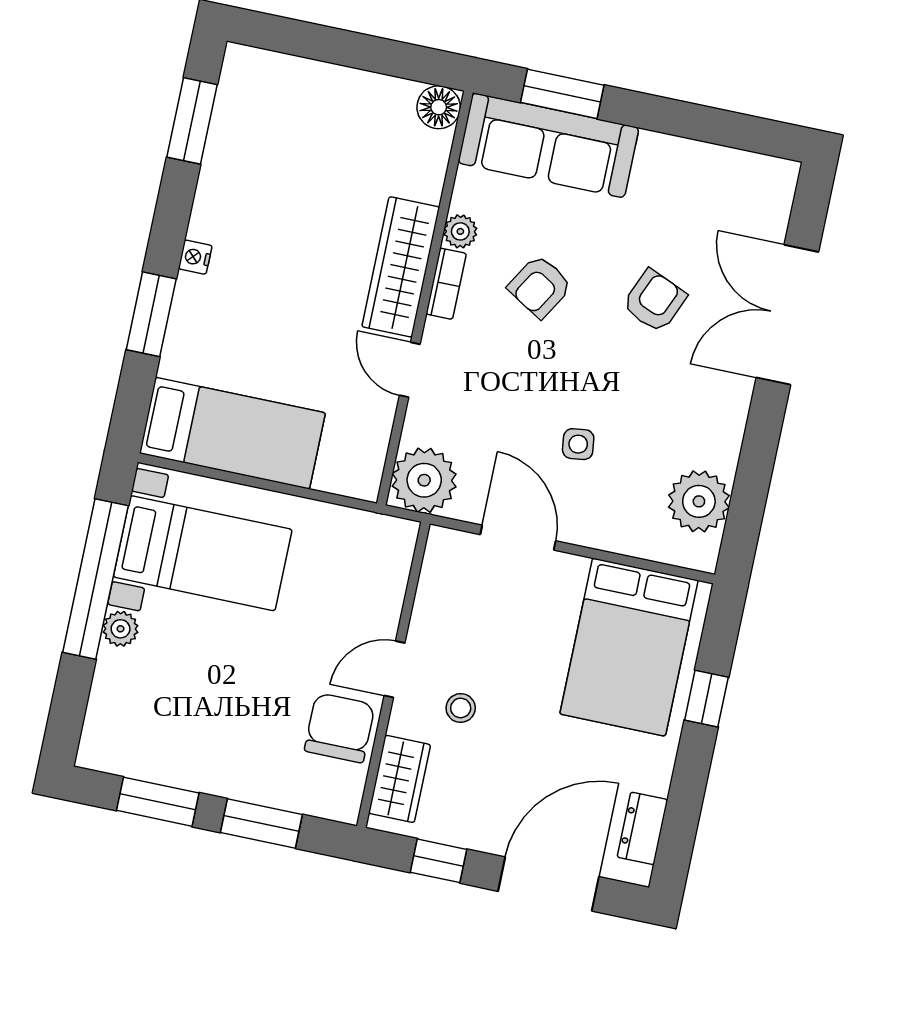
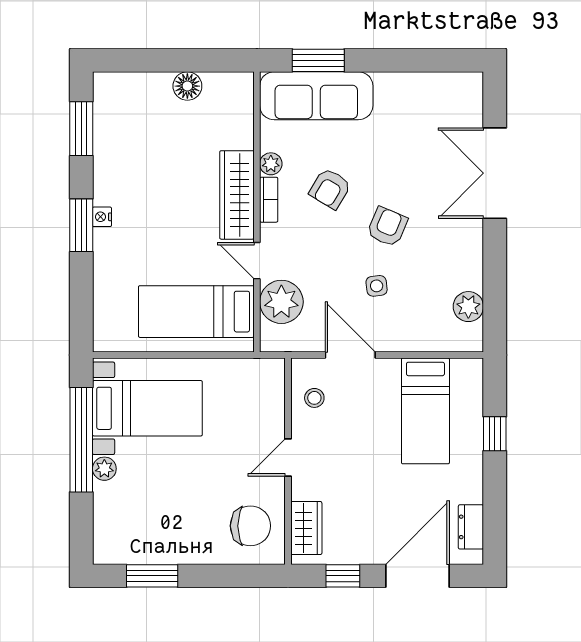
floor lamp: (439, 107) -> (187, 86), moved
armchair: (654, 301) -> (387, 227), moved
window: (151, 314) -> (81, 225), moved
bed: (232, 433) -> (196, 312), moved, turned 180
plant: (424, 480) -> (281, 302), moved
plant: (699, 501) -> (468, 307), width x0.73, depth x0.73
bed: (629, 647) -> (425, 411), width x0.67
stool: (461, 708) -> (314, 398), moved
chair: (340, 728) -> (250, 526), moved, turned 90
window: (261, 824) -> (223, 576), removed

